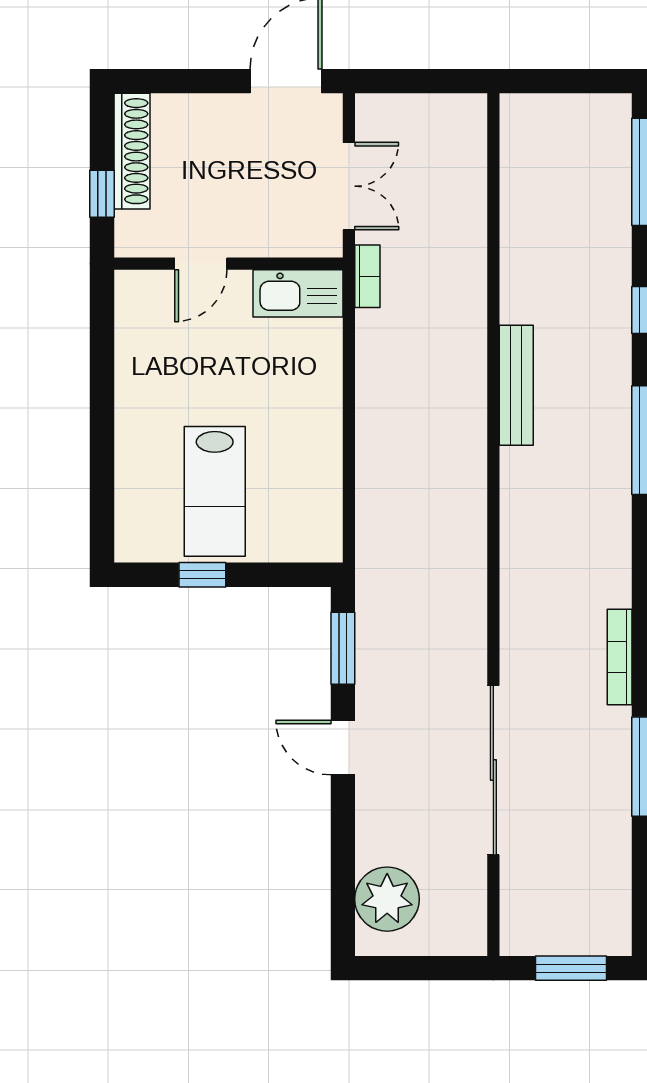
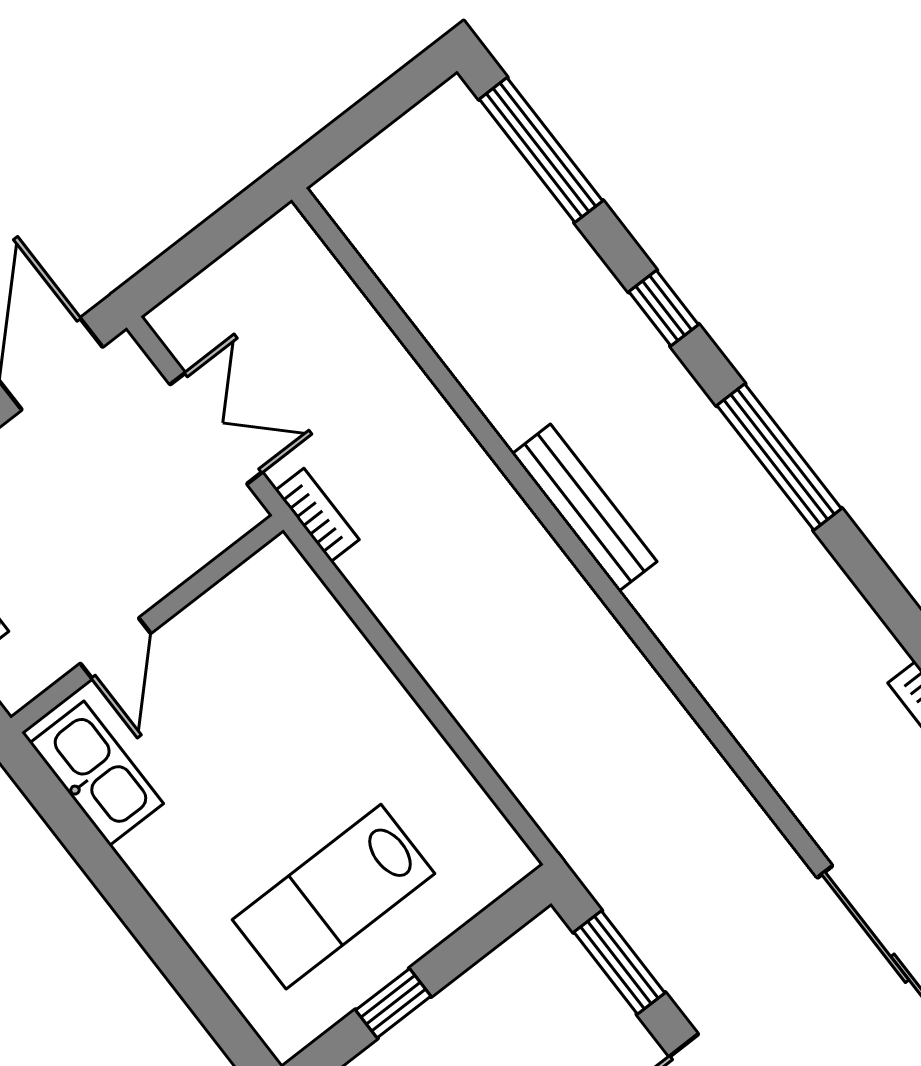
kitchen sink: (298, 293) -> (97, 773), moved, turned -90
lab bench: (215, 491) -> (333, 897), turned 90

